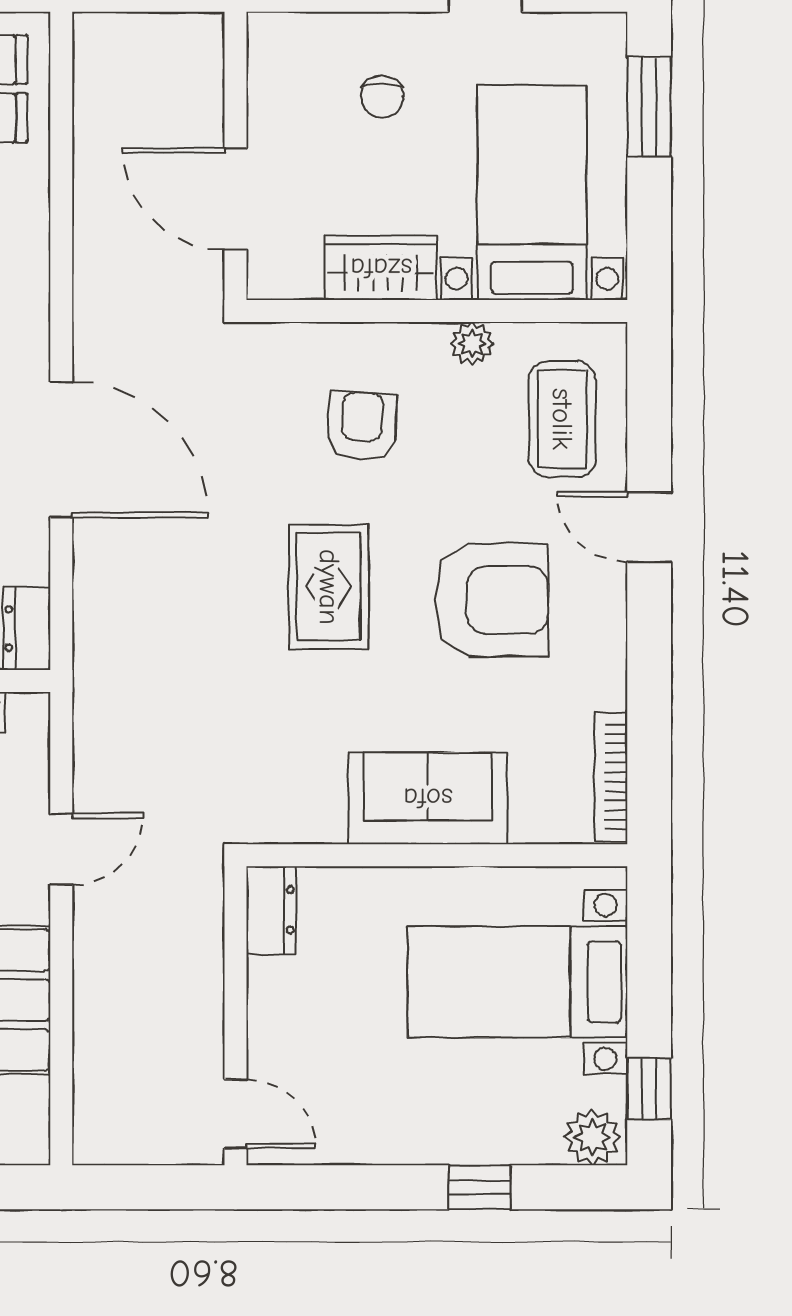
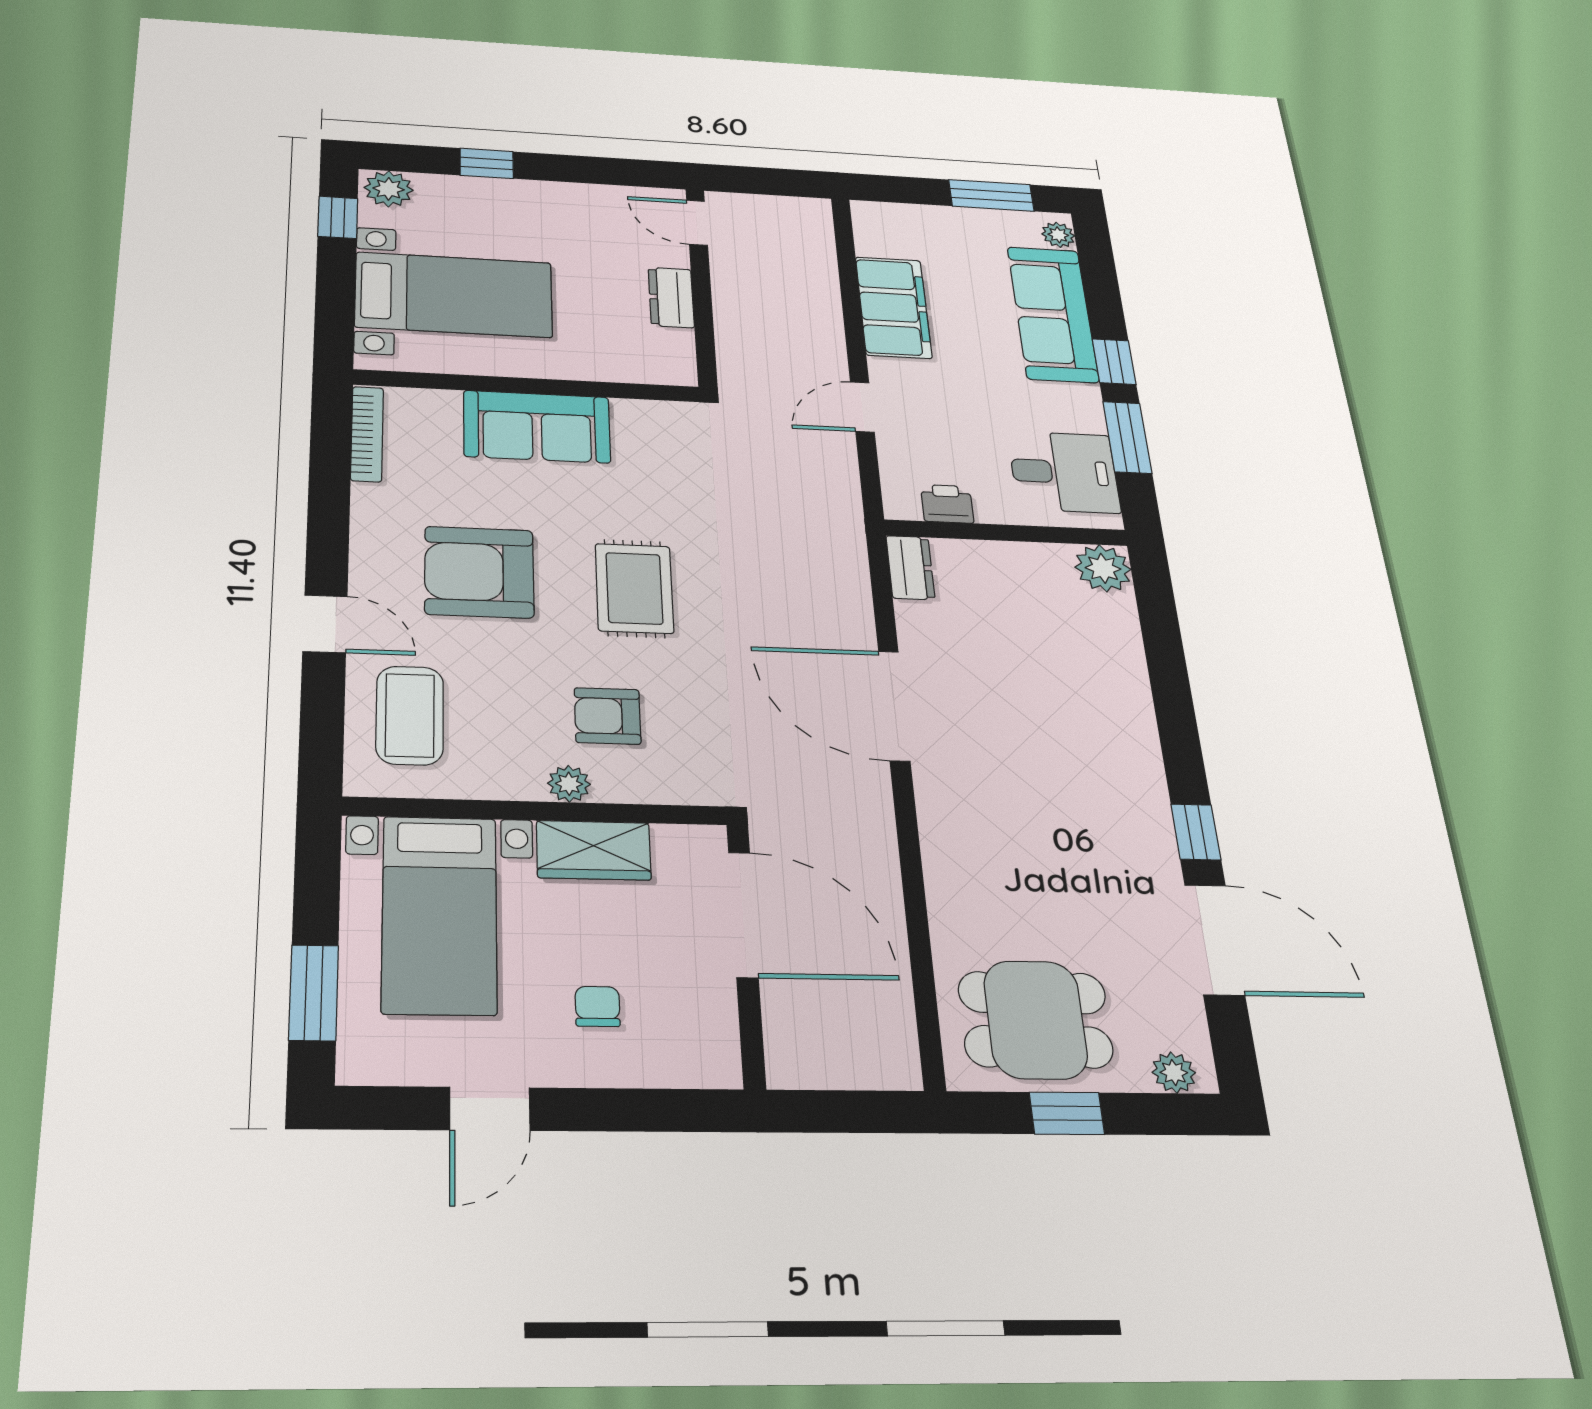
door: (235, 199) -> (743, 915), width x1.36
plant: (472, 344) -> (569, 784), moved
armchair: (362, 426) -> (608, 716), turned 87
dresser: (271, 910) -> (671, 297), moved

